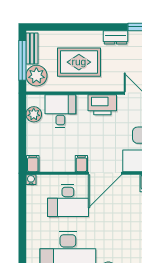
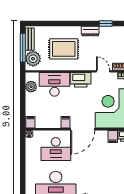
desk: (60, 111) -> (54, 84), width x1.37

